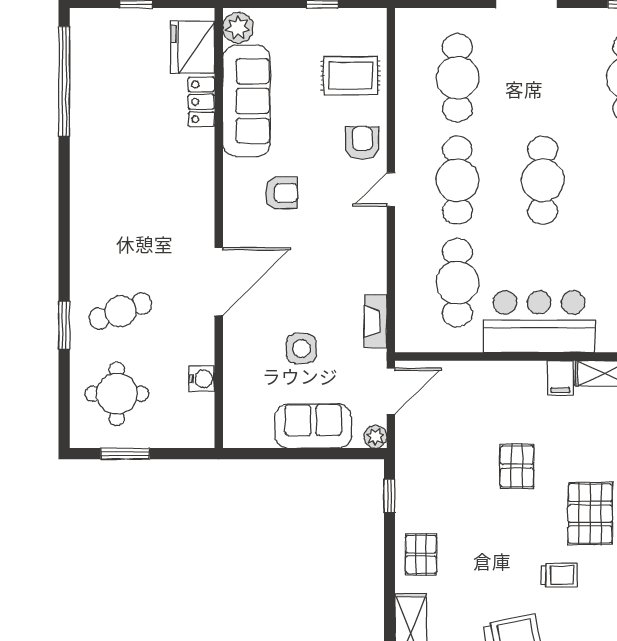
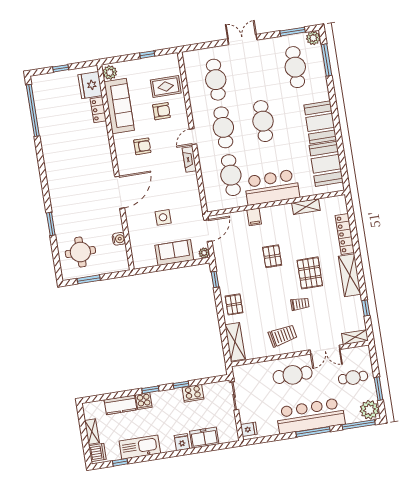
armchair: (362, 143) -> (161, 111), moved, turned 90
cafe table: (120, 311) -> (76, 213), removed
fireplace: (376, 321) -> (189, 159), moved
filing cabinet: (560, 378) -> (254, 217), moved

